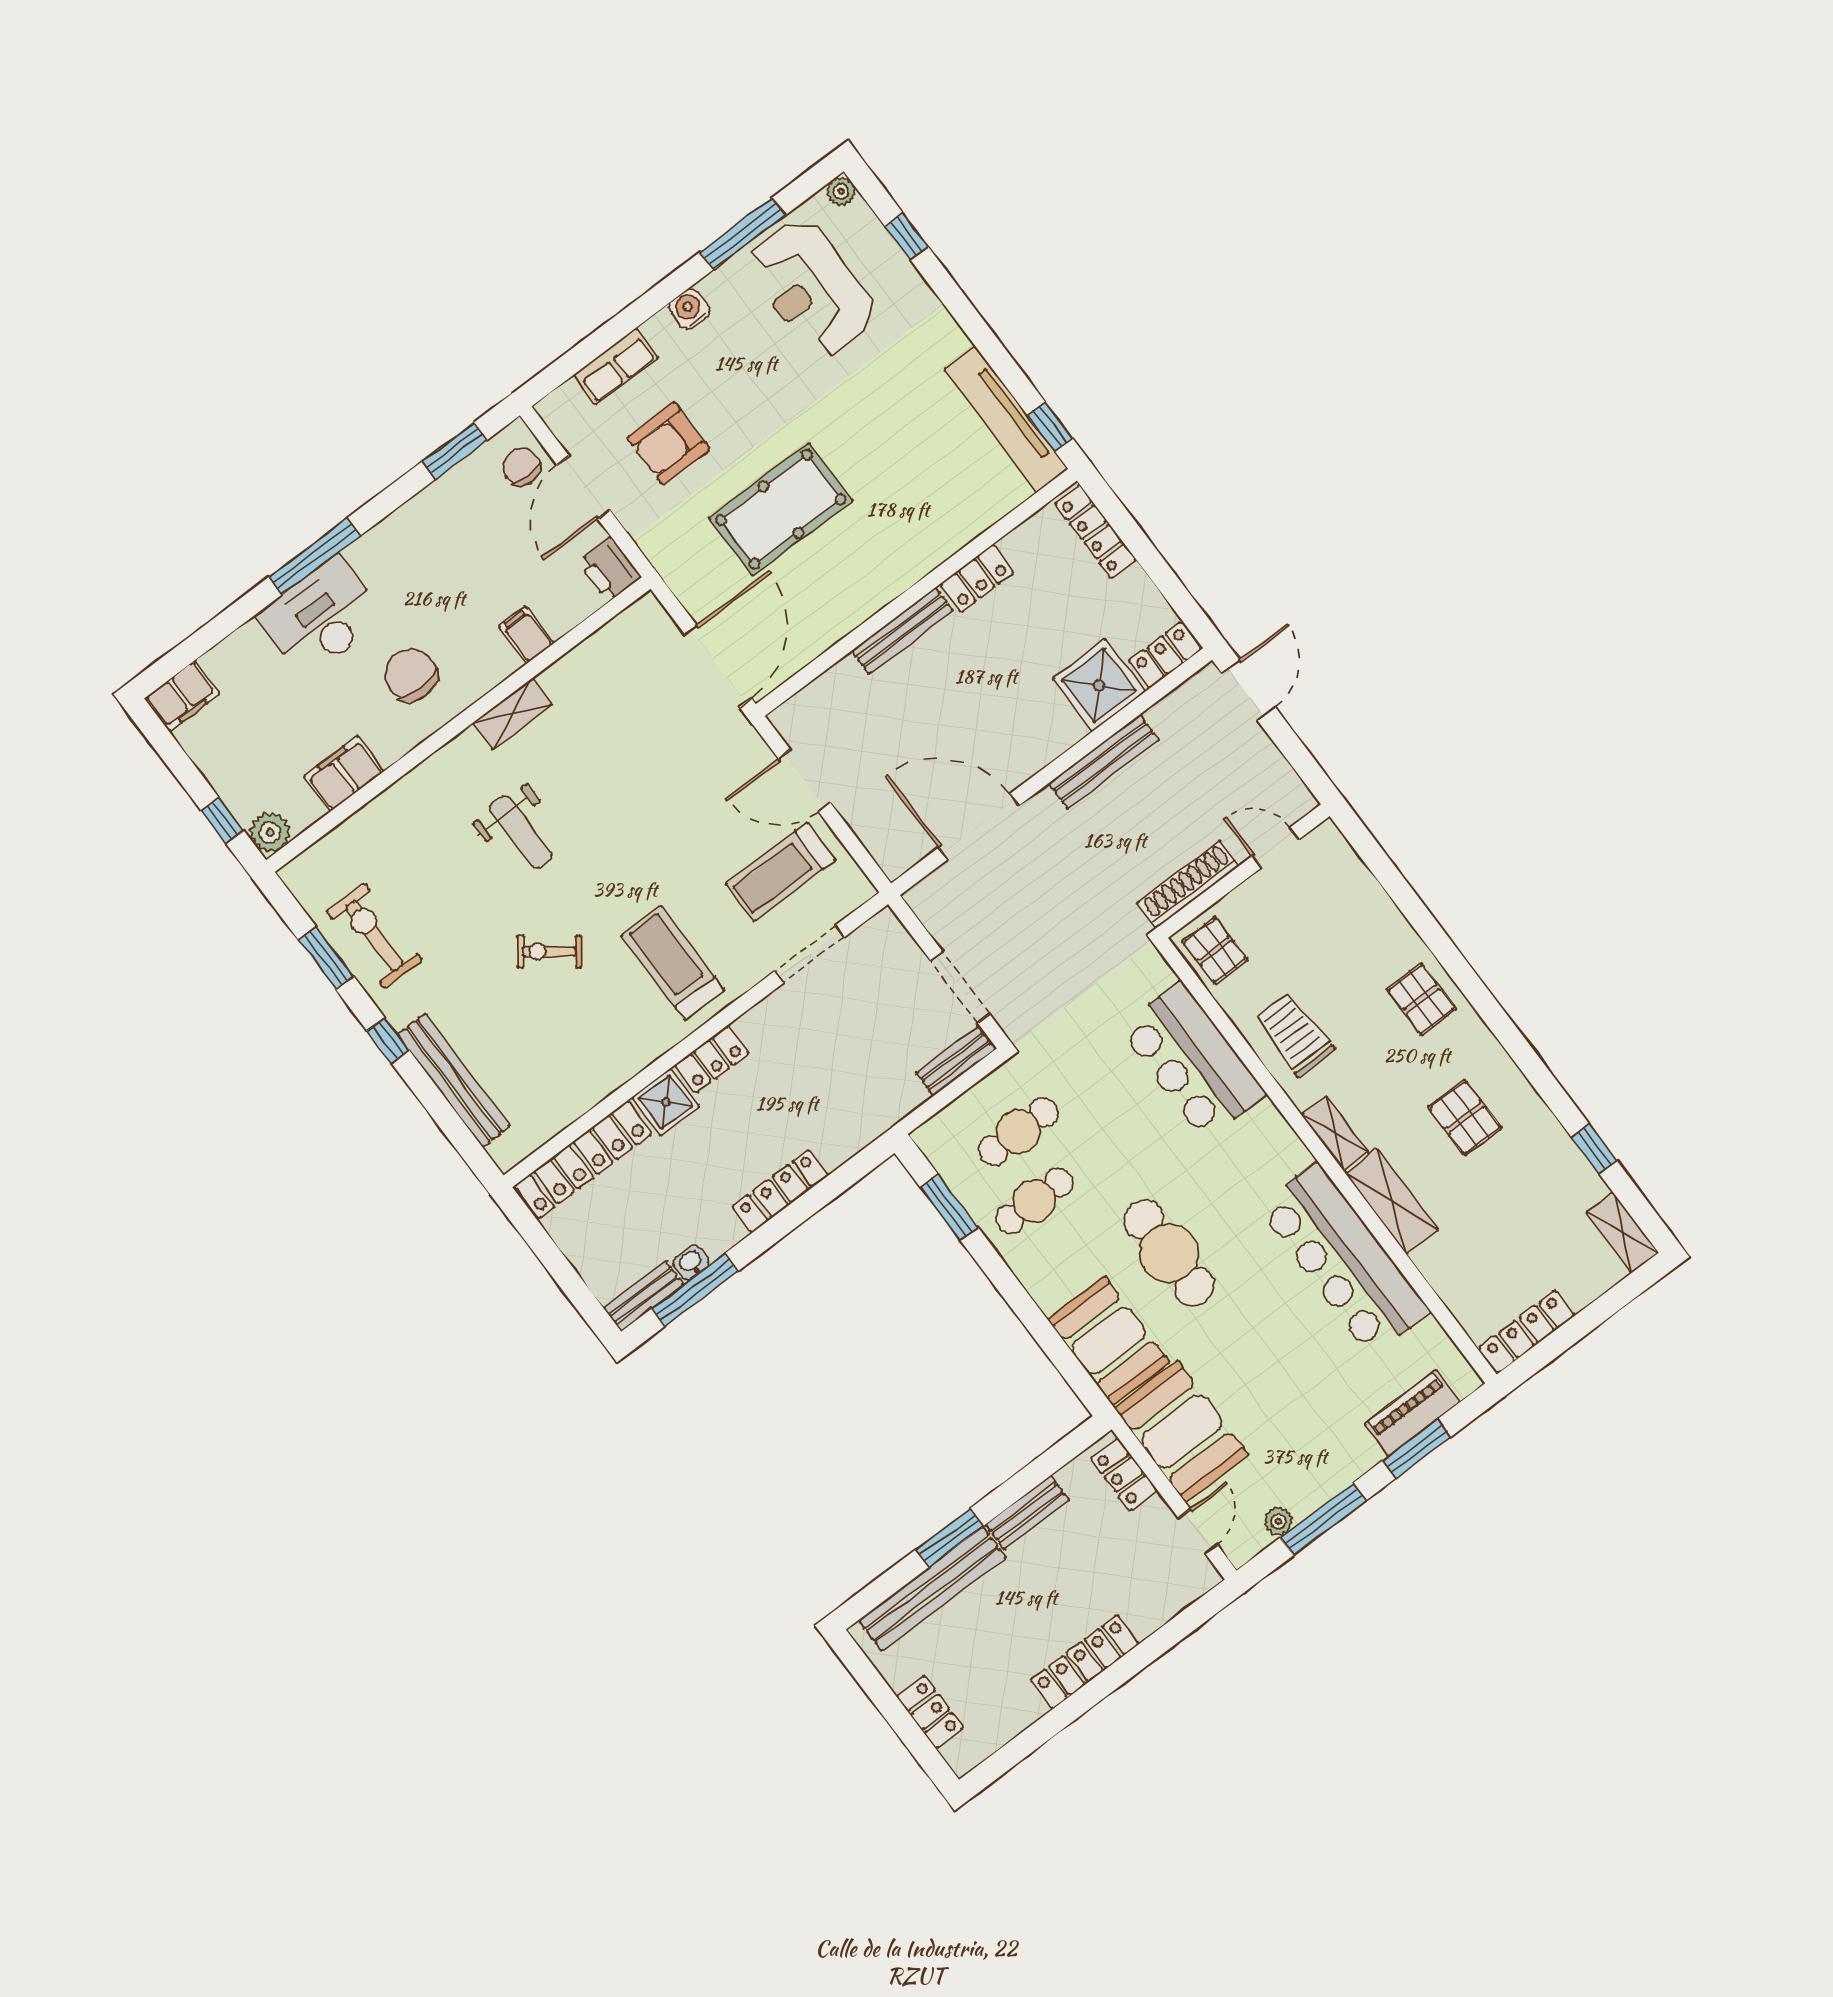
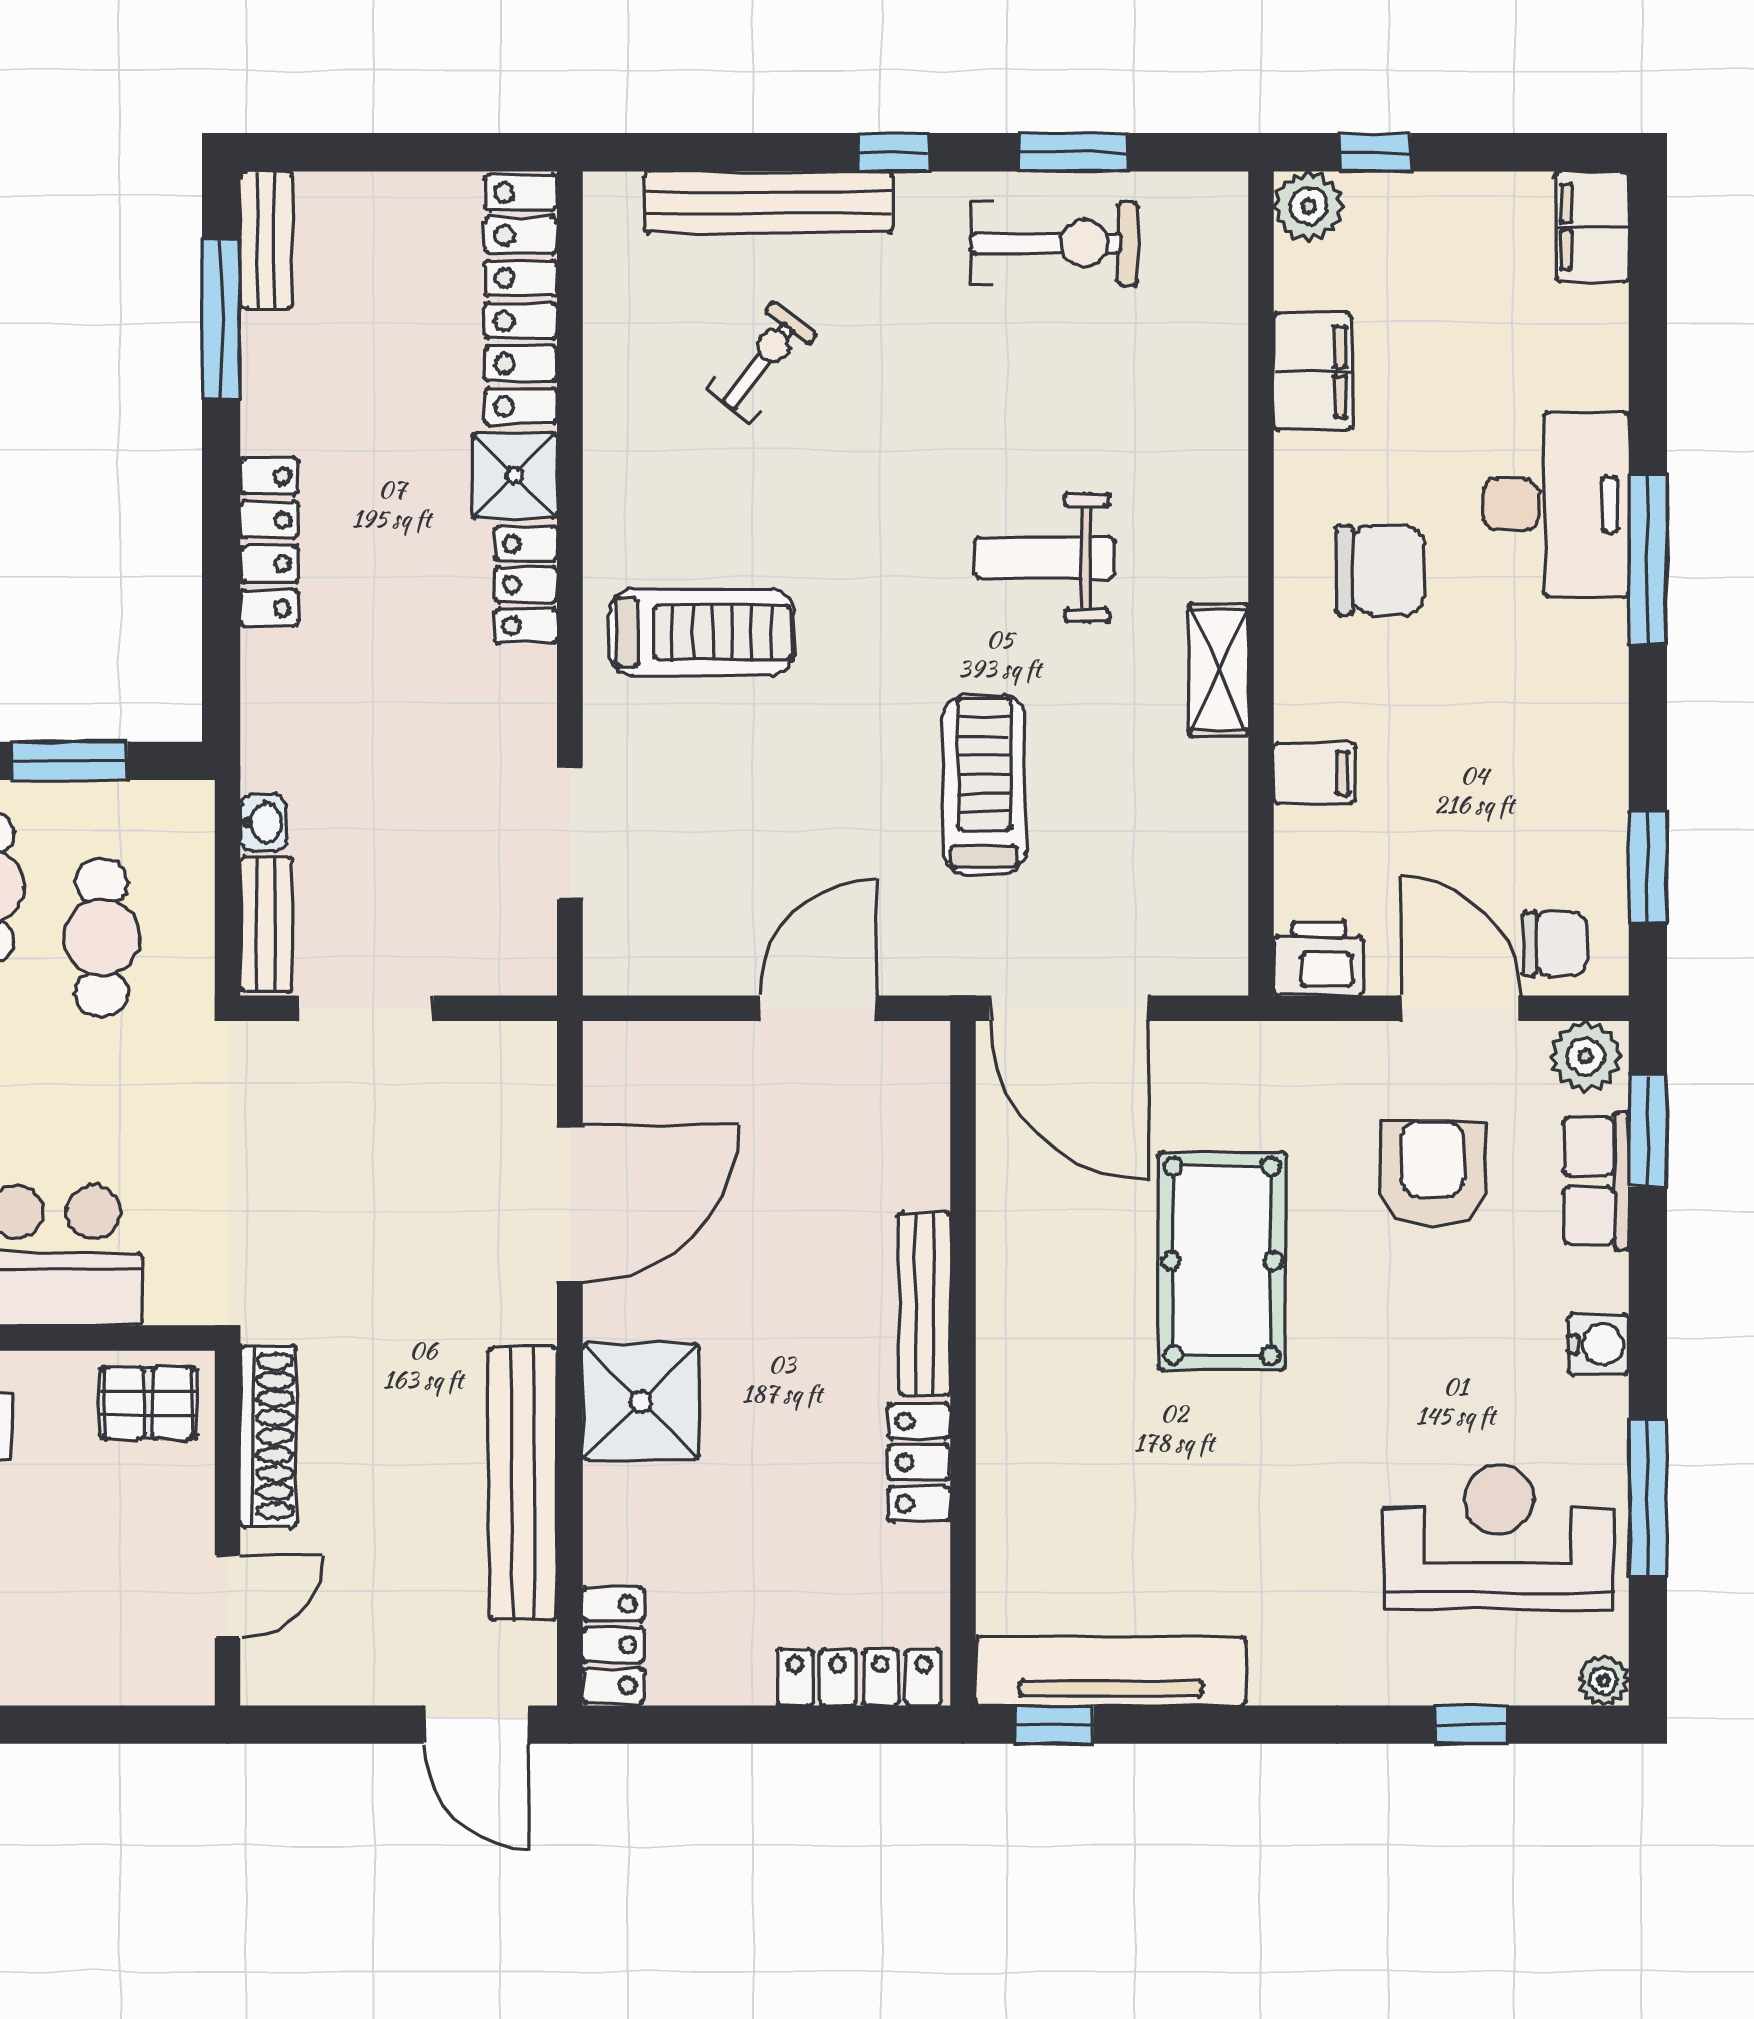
window: (575, 360) -> (1648, 1131), added
plant: (562, 414) -> (1586, 1056), added
shower: (1099, 685) -> (641, 1401), moved
bench: (1104, 762) -> (523, 1484), width x1.37, depth x1.21
treadmill: (781, 872) -> (984, 784), moved
exercise bike: (549, 952) -> (761, 362), moved
washbasin: (691, 1263) -> (263, 823), moved

